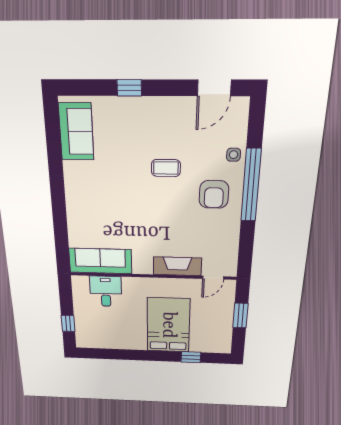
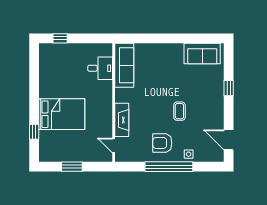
sofa: (100, 261) -> (124, 65), moved
fireplace: (177, 266) -> (122, 120), moved
wall: (153, 276) -> (114, 103), moved
door: (213, 278) -> (114, 145), moved
desk: (106, 291) -> (100, 68), moved

